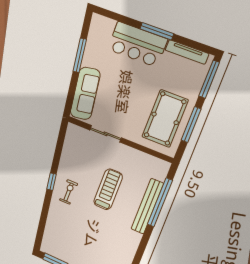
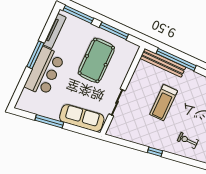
pool table: (165, 118) -> (96, 60), moved, turned 90
treadmill: (108, 189) -> (164, 103), turned -90
exercise bike: (69, 192) -> (188, 140), moved
bench: (147, 206) -> (163, 63), moved

